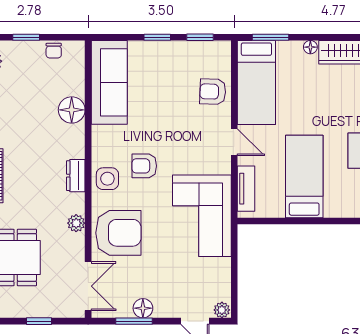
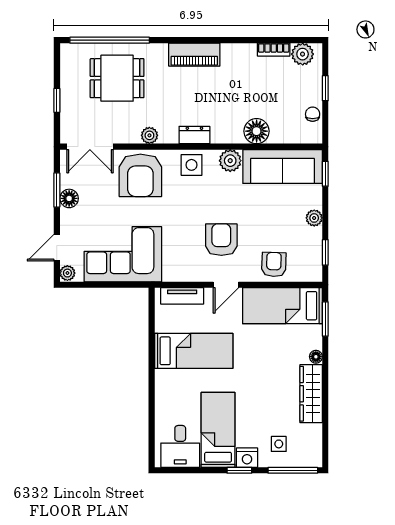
window: (157, 37) -> (325, 174), moved
plant: (164, 49) -> (314, 218), added
chair: (54, 51) -> (313, 114), turned 90
plant: (103, 138) -> (230, 161), added
armchair: (144, 166) -> (221, 240), moved, width x1.38, depth x1.38
corner sofa: (202, 216) -> (123, 254), moved

